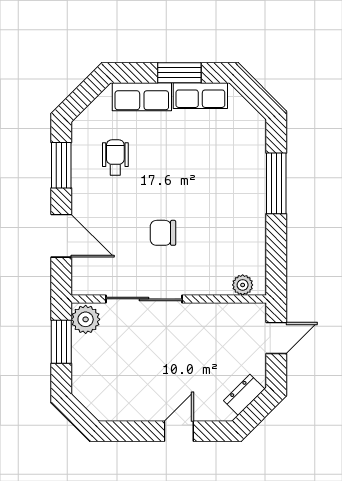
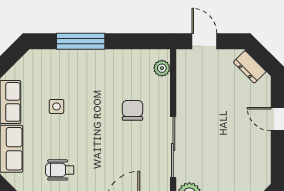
side table: (195, 153) -> (57, 106), added
chair: (163, 233) -> (132, 110), moved, turned 180

